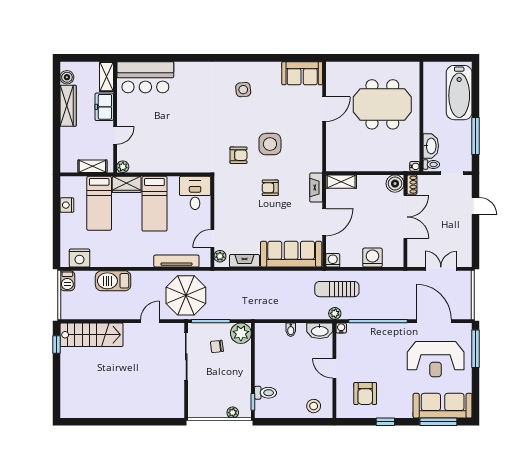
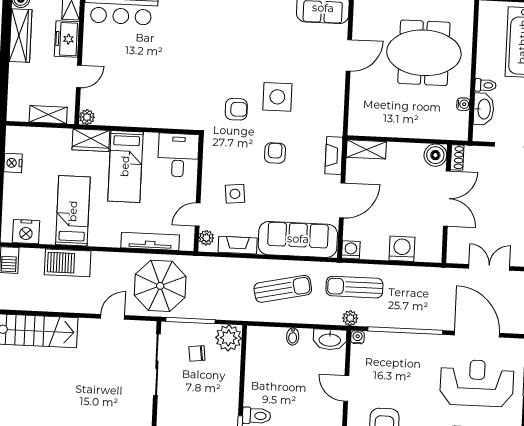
side table: (243, 90) -> (235, 194), moved
toilet: (431, 164) -> (485, 85), moved
water cooler: (415, 166) -> (463, 104), moved
armchair: (270, 188) -> (275, 153), turned 90
bed: (99, 203) -> (73, 211), moved, turned 180
sun lounger: (281, 293) -> (283, 289), added
reception desk: (436, 359) -> (477, 383), turned 180

